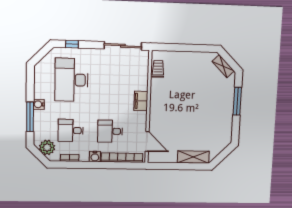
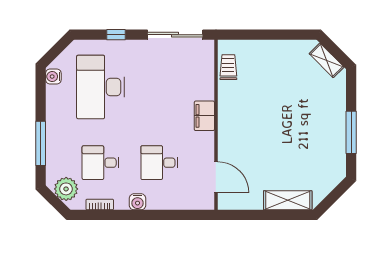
window: (72, 44) -> (116, 35), moved
window: (237, 101) -> (351, 132), moved
water cooler: (39, 104) -> (53, 77), moved
bookcase: (122, 158) -> (178, 203), removed

